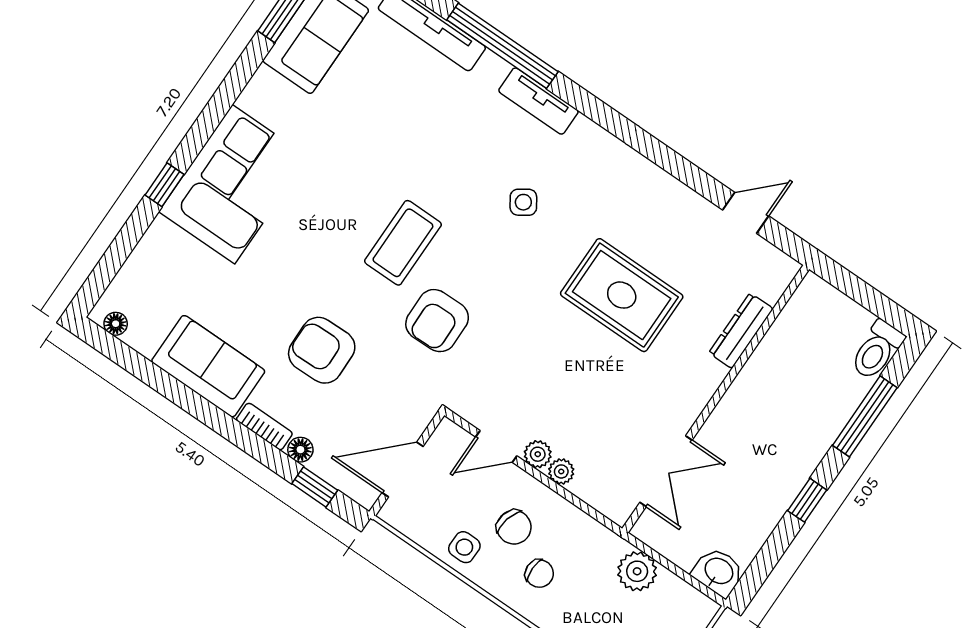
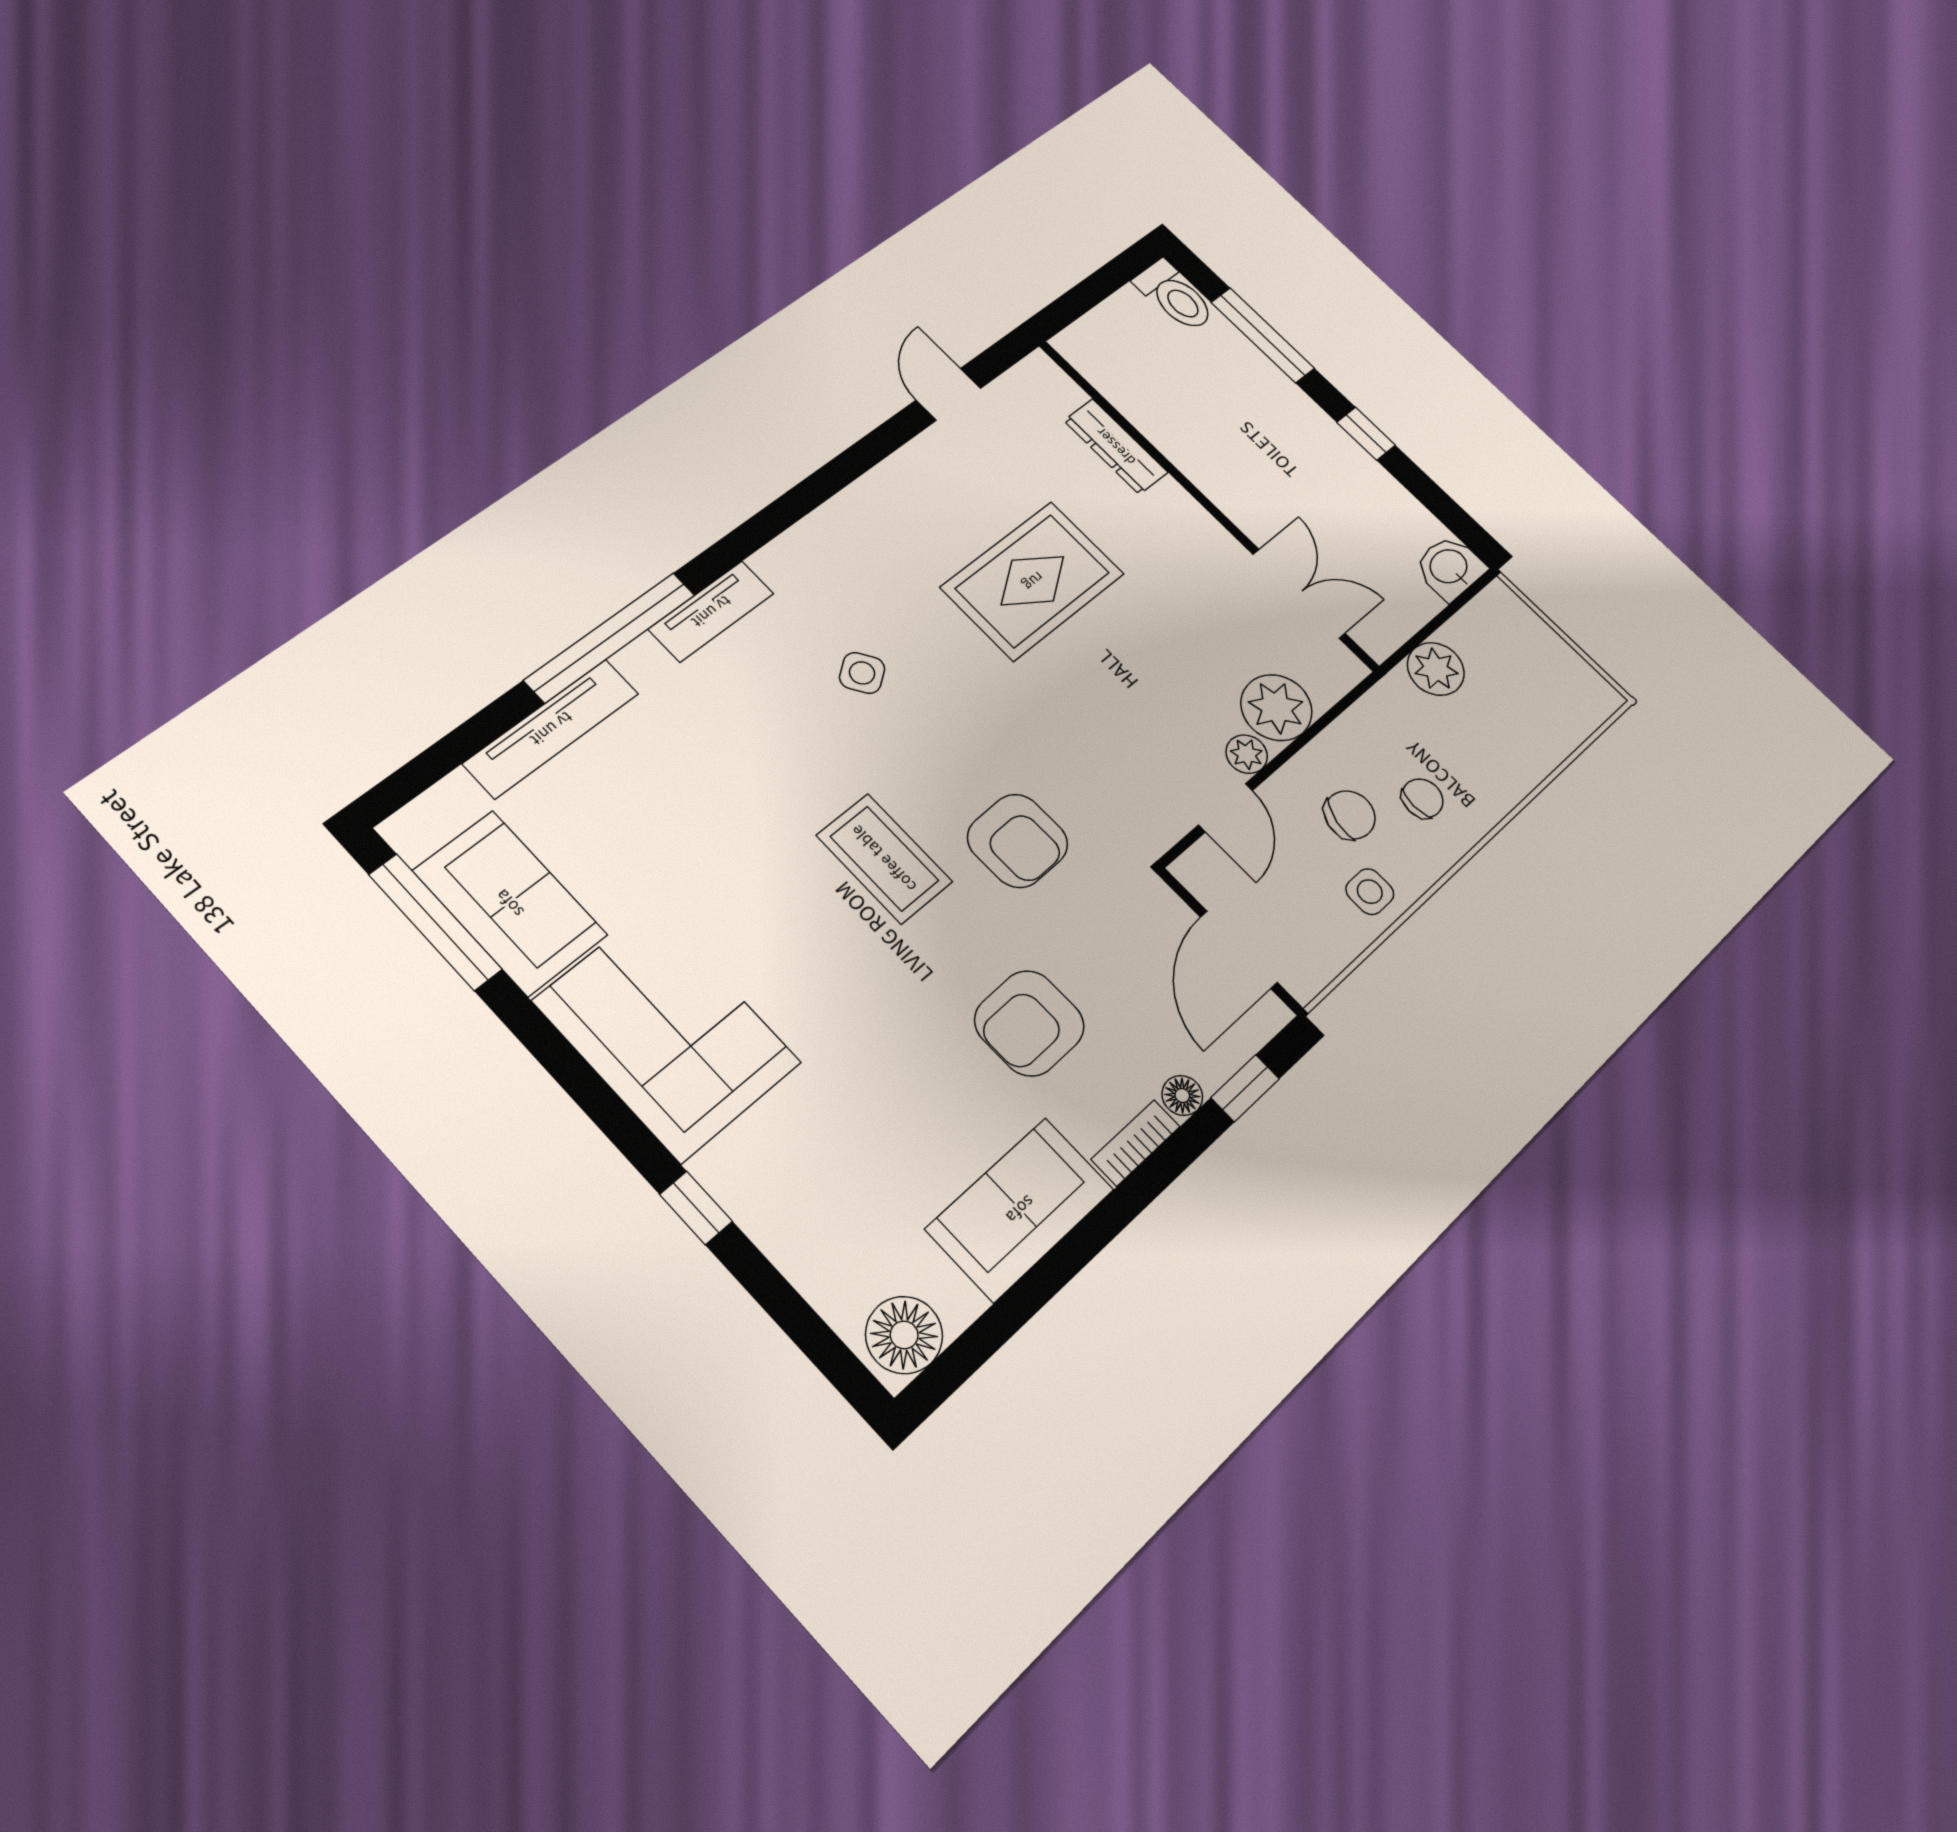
corner sofa: (233, 184) -> (667, 1032), moved
floor lamp: (116, 324) -> (904, 1335), width x1.89, depth x1.89
plant: (561, 471) -> (1276, 708), width x1.88, depth x1.88

